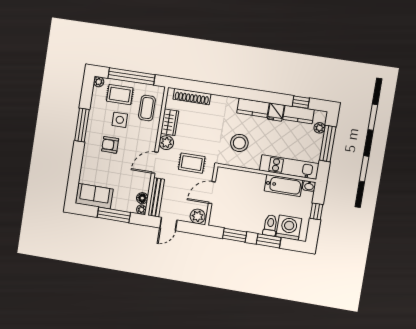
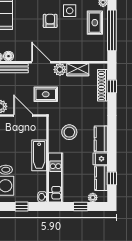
window: (195, 86) -> (112, 86), added
coffee table: (147, 108) -> (87, 48), removed
side table: (120, 120) -> (70, 11), moved
window: (328, 144) -> (81, 207), width x0.46
rug: (192, 163) -> (46, 94), turned 90
bathtub: (283, 185) -> (39, 155), moved

